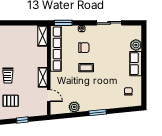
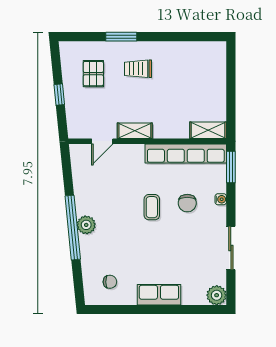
plant: (136, 45) -> (217, 295), moved
plant: (74, 107) -> (86, 225), moved
window: (98, 112) -> (73, 228), width x2.11

